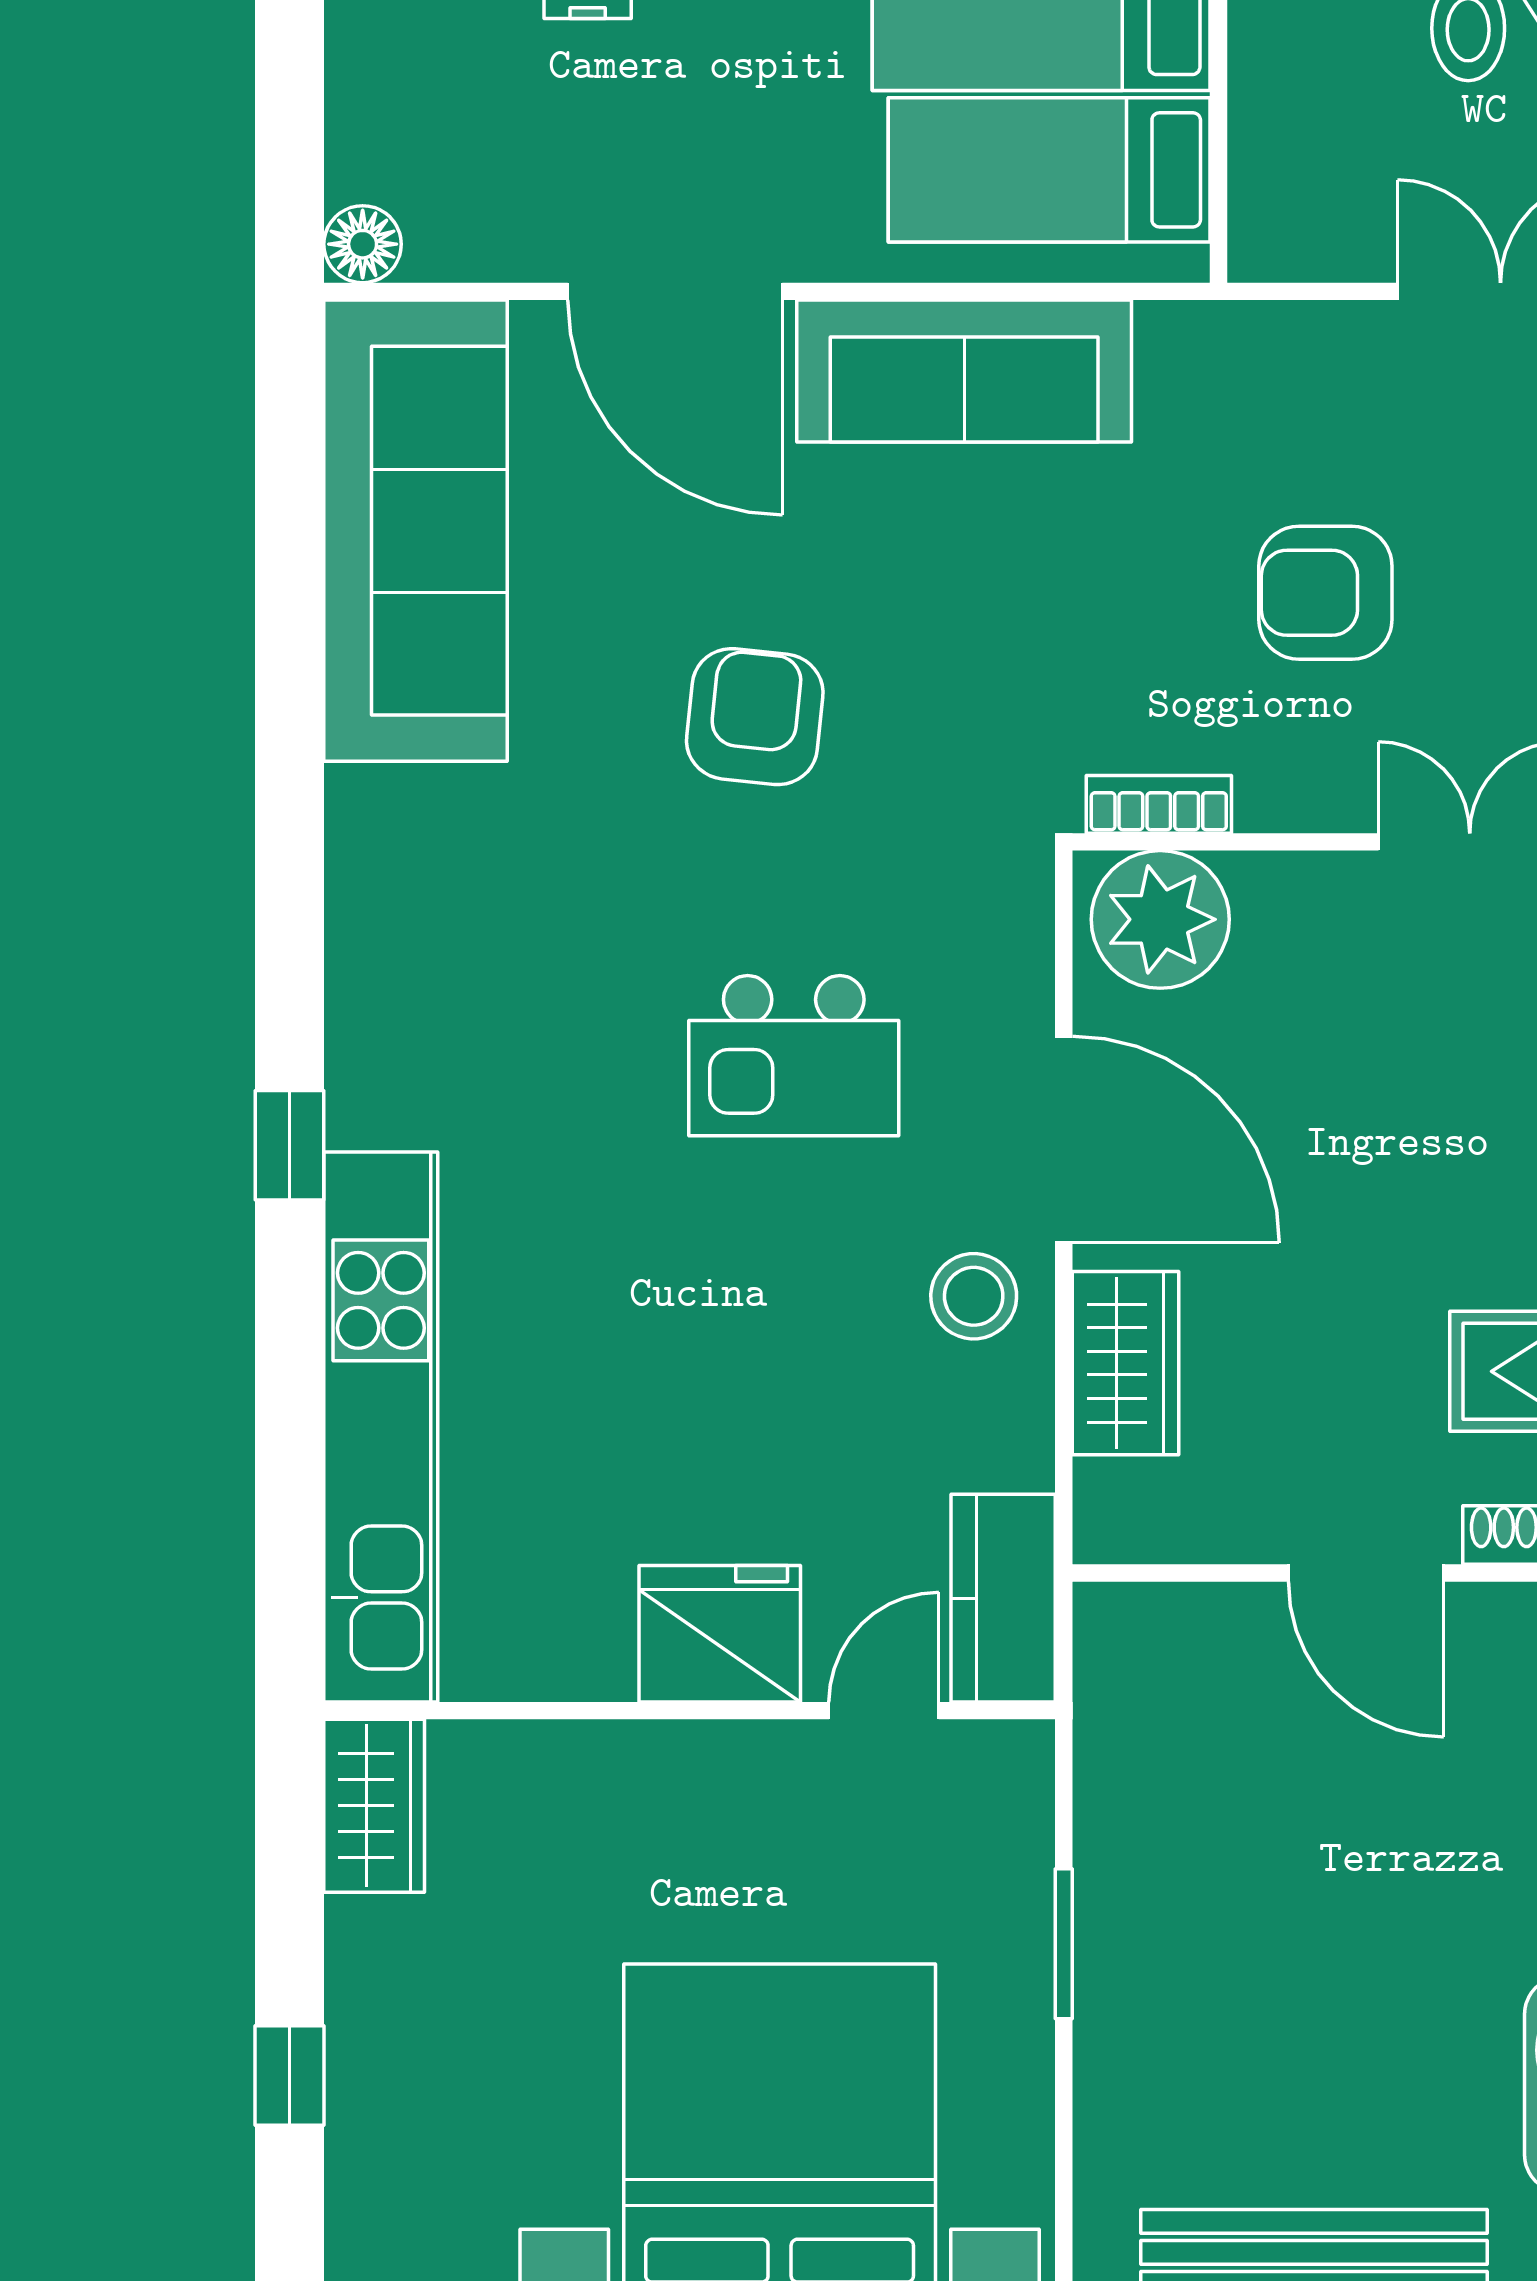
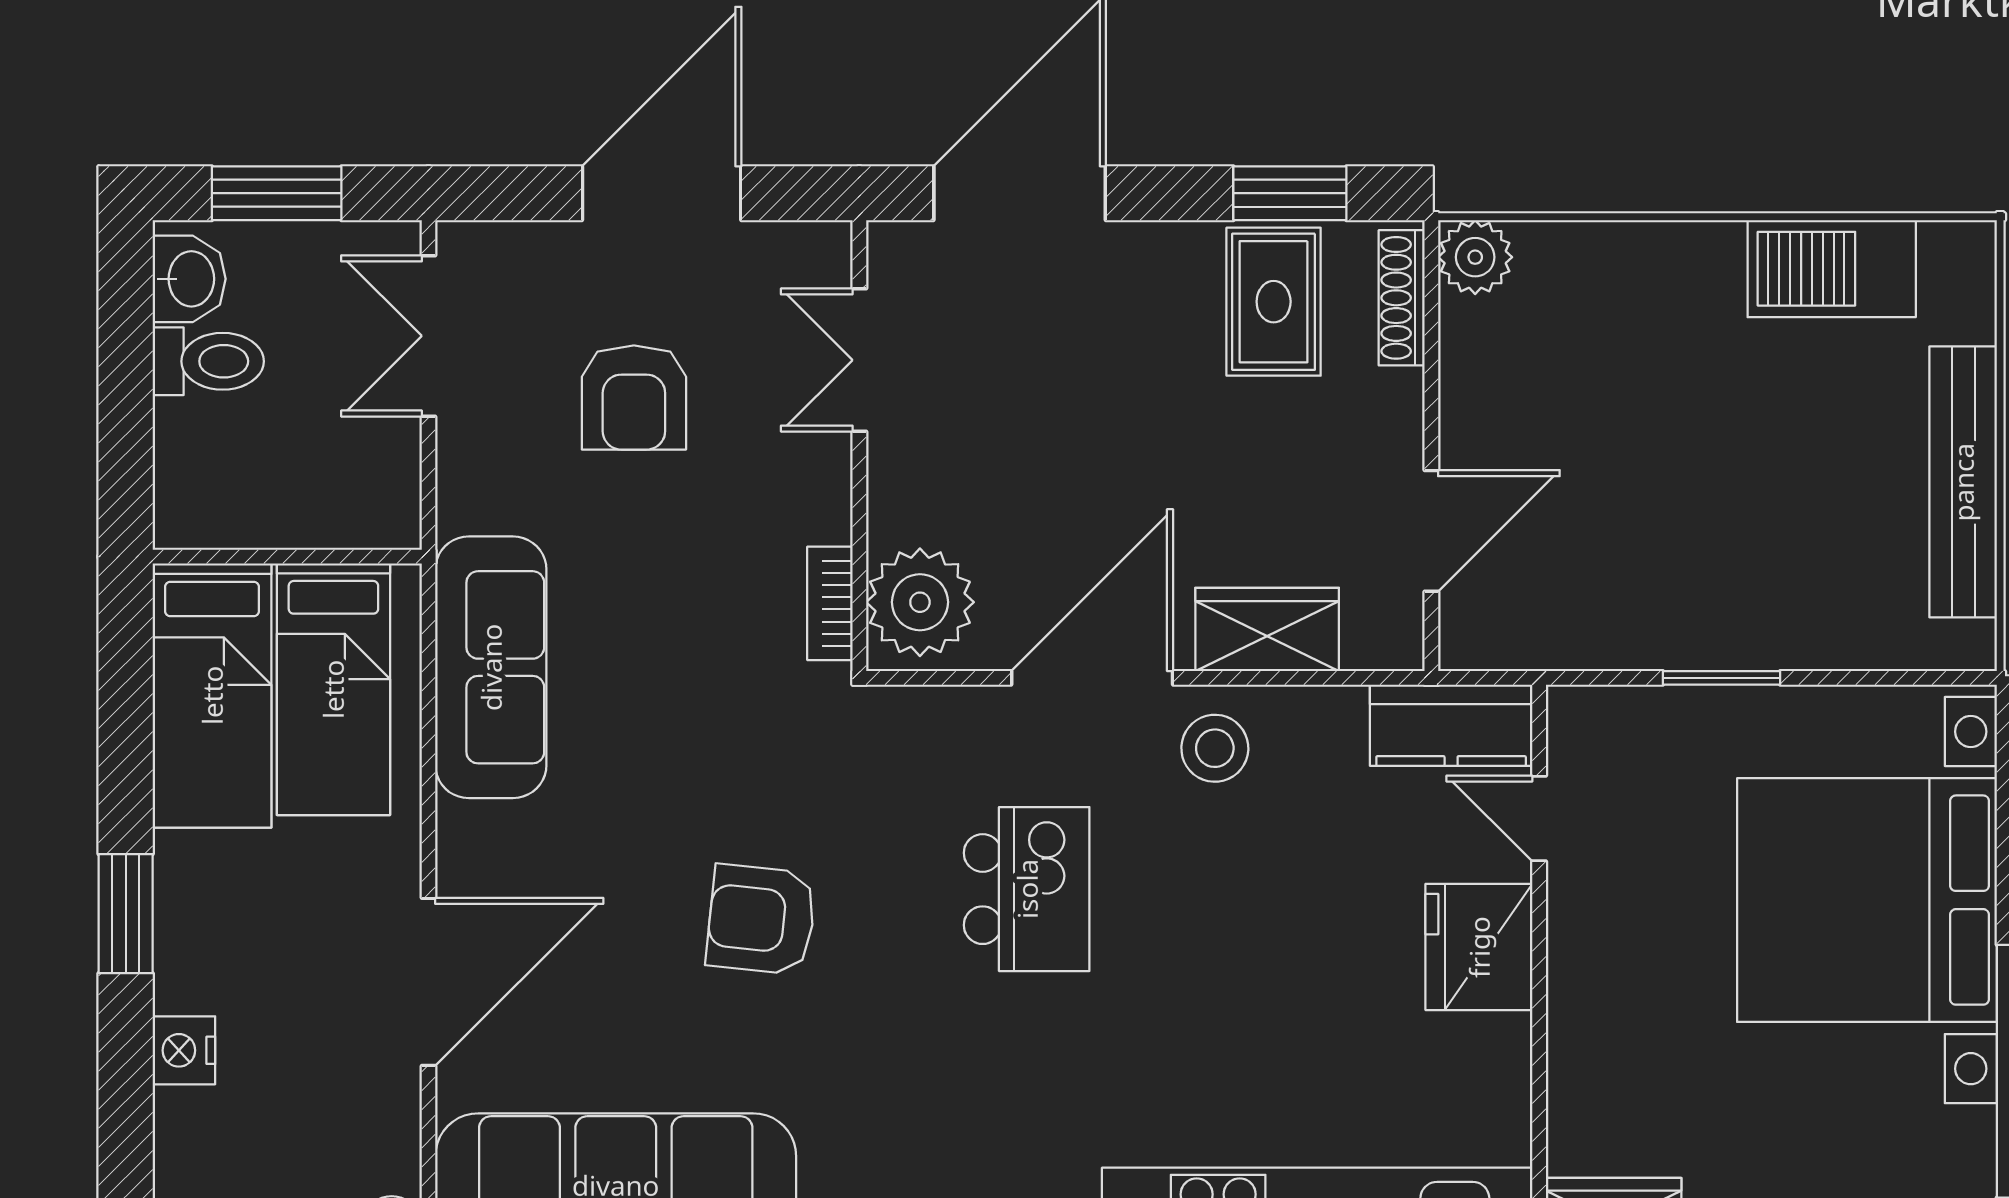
sofa: (964, 371) -> (491, 667), moved
armchair: (1325, 593) -> (634, 397), moved
door: (1366, 1573) -> (1431, 531), moved

